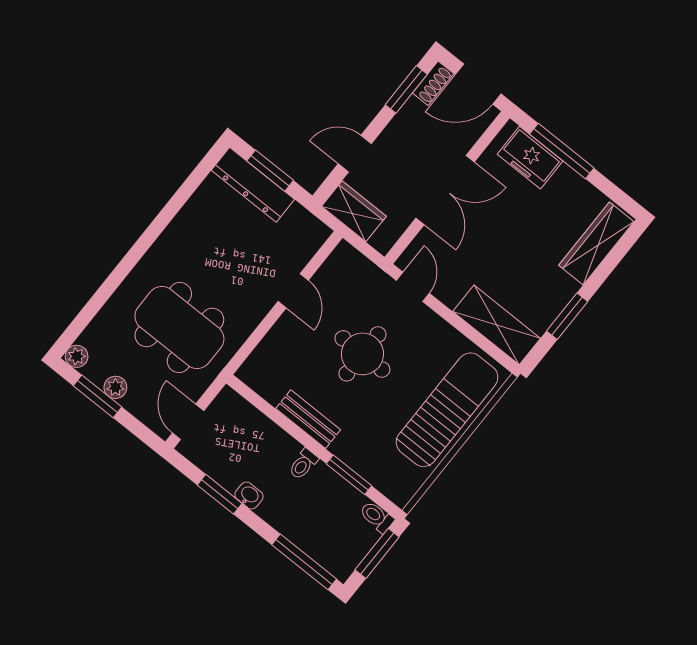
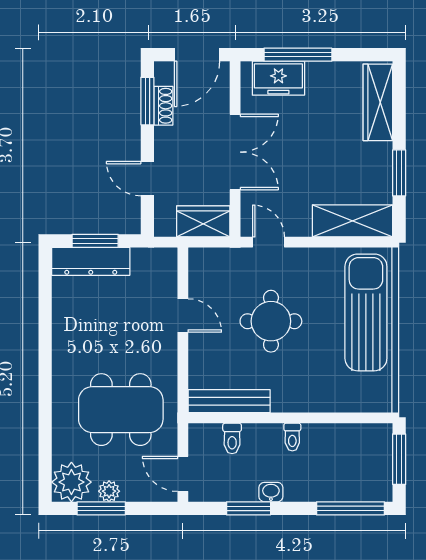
shoe rack: (433, 83) -> (163, 106), moved
door: (355, 154) -> (147, 179), hinge flipped
wardrobe: (354, 211) -> (203, 221), moved
plant: (77, 356) -> (71, 482), width x1.87, depth x1.87
bench: (308, 419) -> (229, 401), moved, width x1.36
window: (349, 475) -> (332, 418), removed
toilet: (377, 517) -> (232, 438), moved, turned -90

